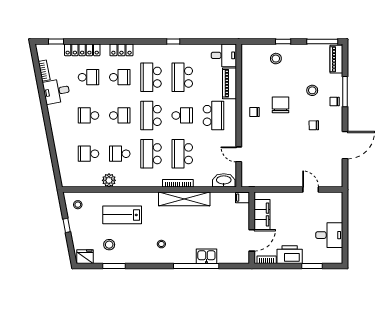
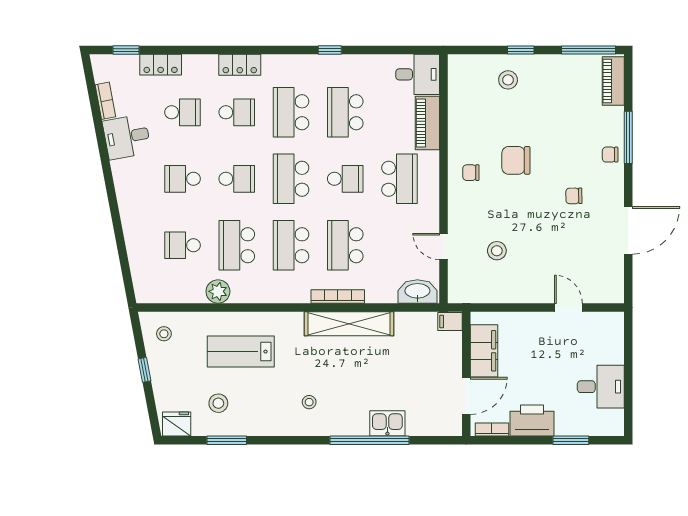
locker: (82, 50) -> (161, 65), width x0.66
stool: (312, 90) -> (497, 251), moved
chair: (280, 105) -> (516, 160), turned -90
school desk: (120, 154) -> (237, 245), width x1.85

